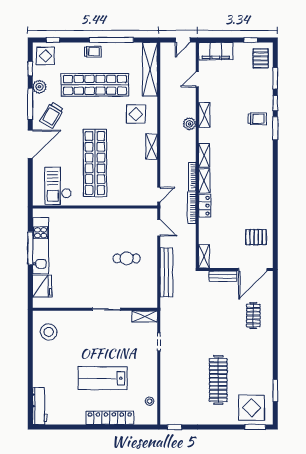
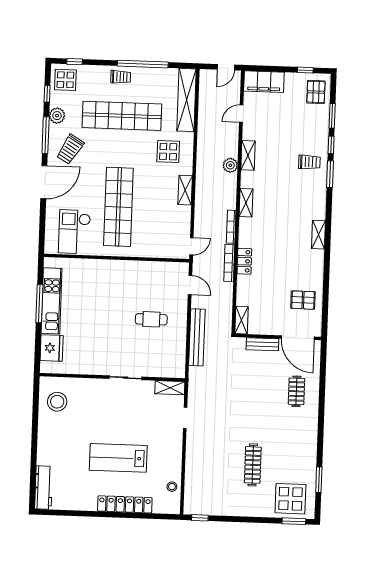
shelving: (204, 181) -> (319, 235), moved
door: (253, 270) -> (298, 338), hinge flipped
clothes rail: (218, 380) -> (253, 465), width x0.73, depth x0.76

